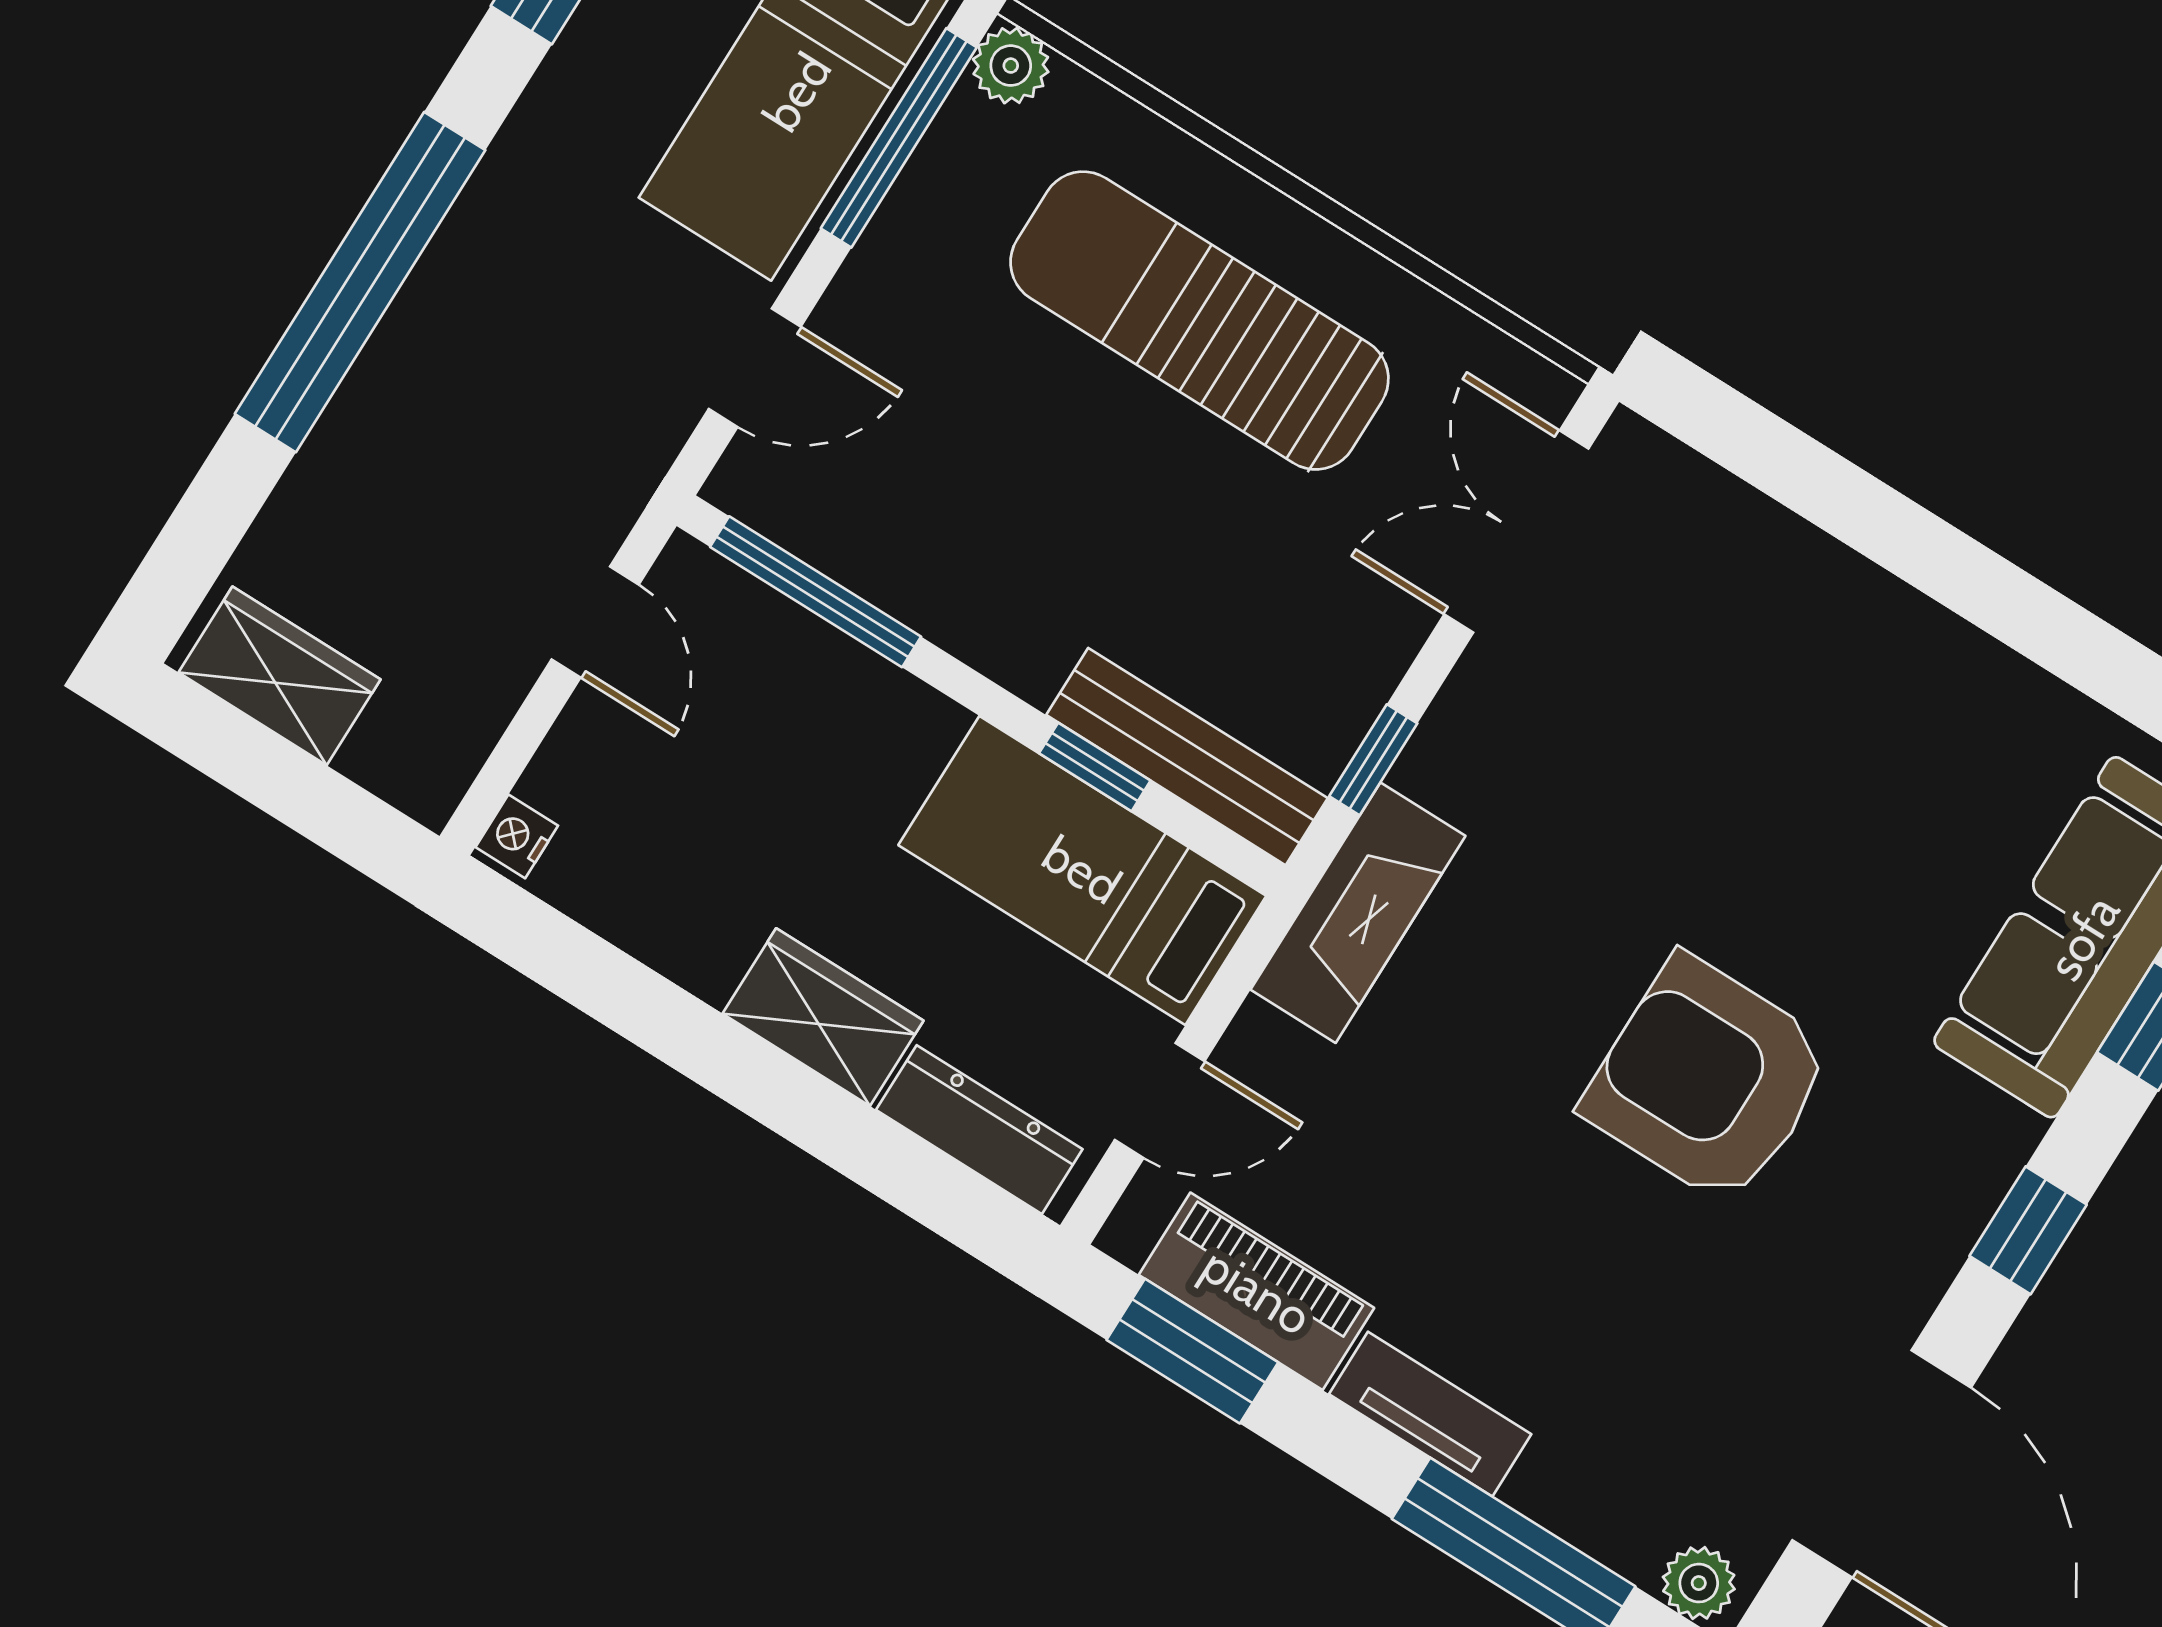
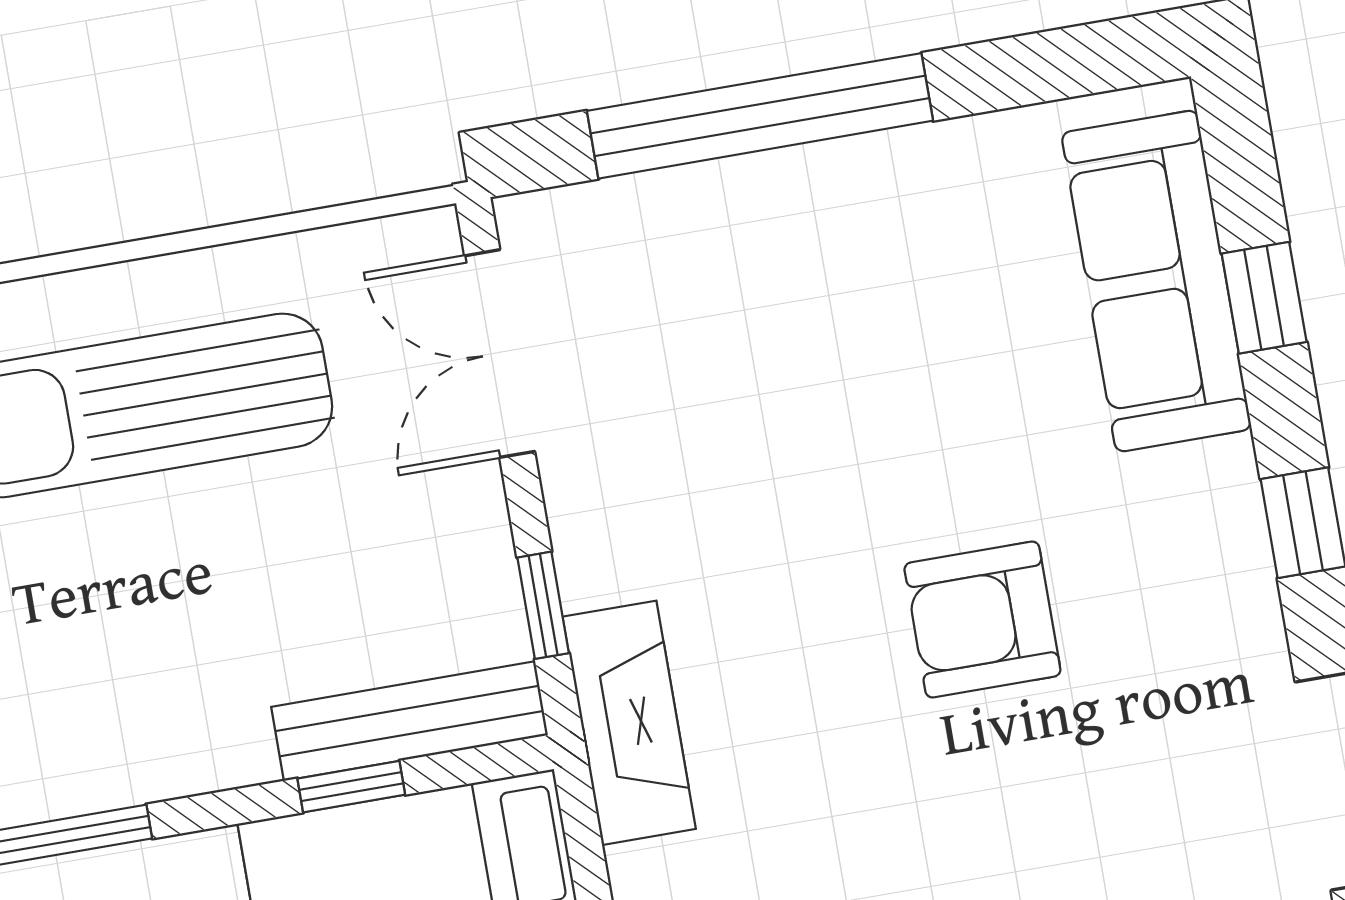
window: (1888, 528) -> (760, 116), added
armchair: (1708, 1080) -> (982, 620), width x0.73, depth x0.73

